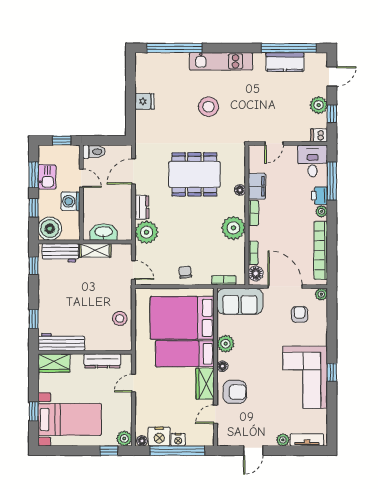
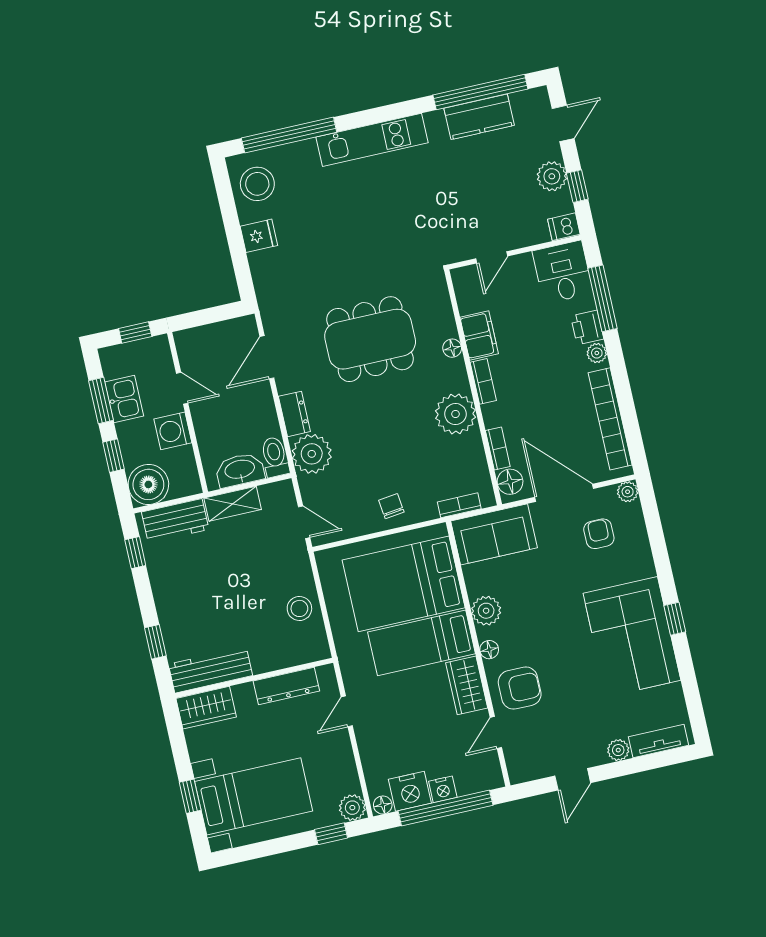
stool: (208, 107) -> (257, 184), moved
toilet: (94, 152) -> (275, 457), moved, turned -90

